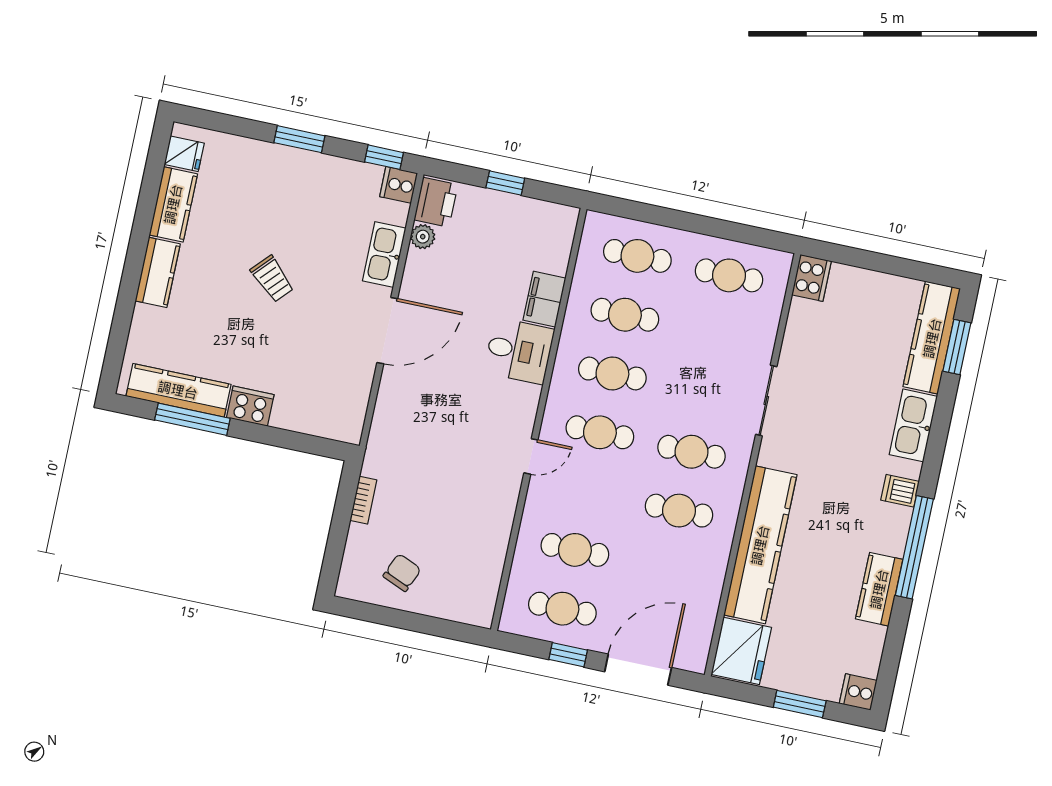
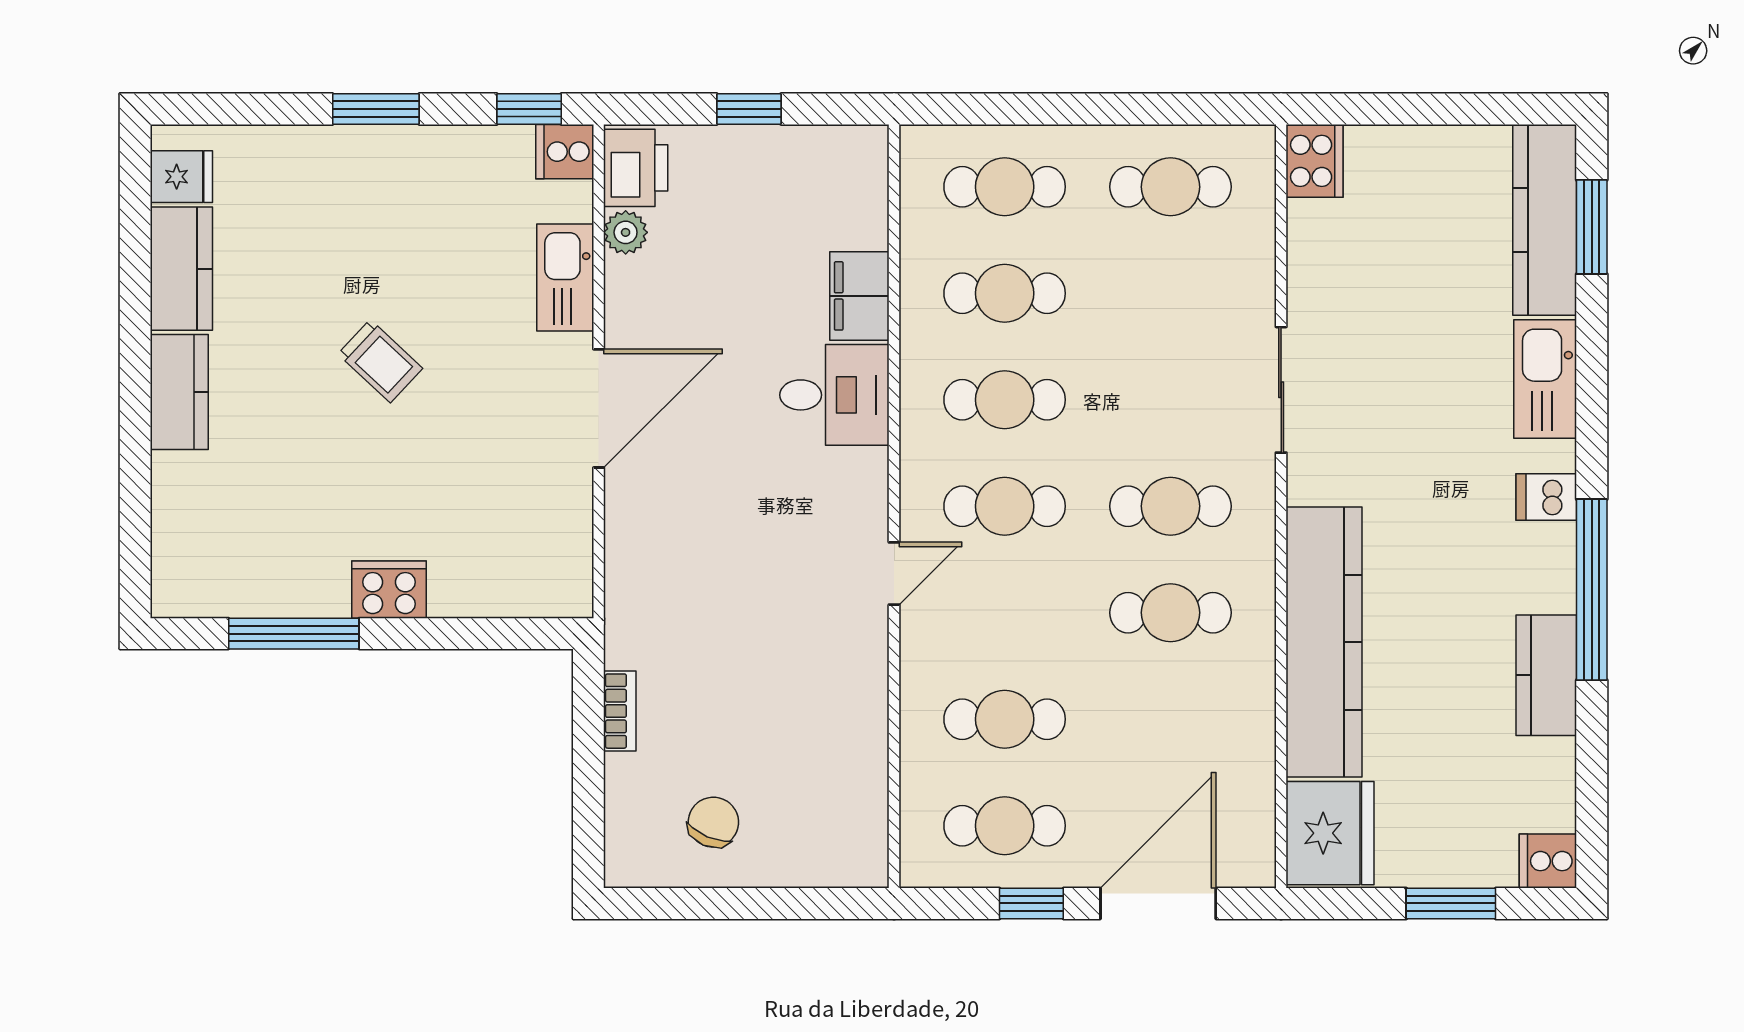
kitchen counter: (178, 390) -> (259, 589), removed

